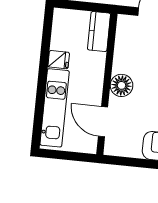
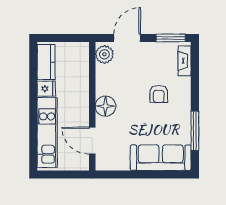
plant: (126, 29) -> (104, 54), added
kitchen counter: (99, 31) -> (46, 62), moved, turned 180

